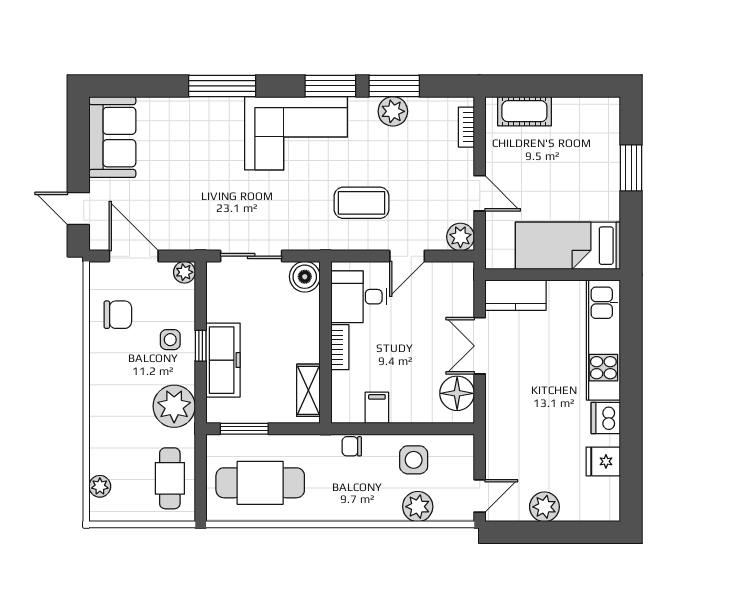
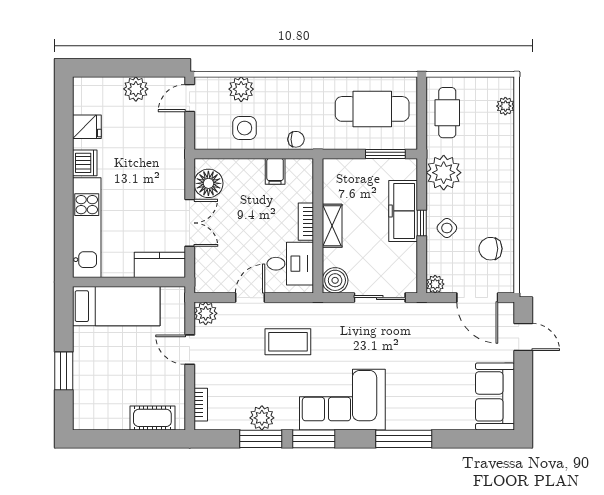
side table: (170, 340) -> (447, 228), turned 45
shelving: (308, 390) -> (332, 226), moved

